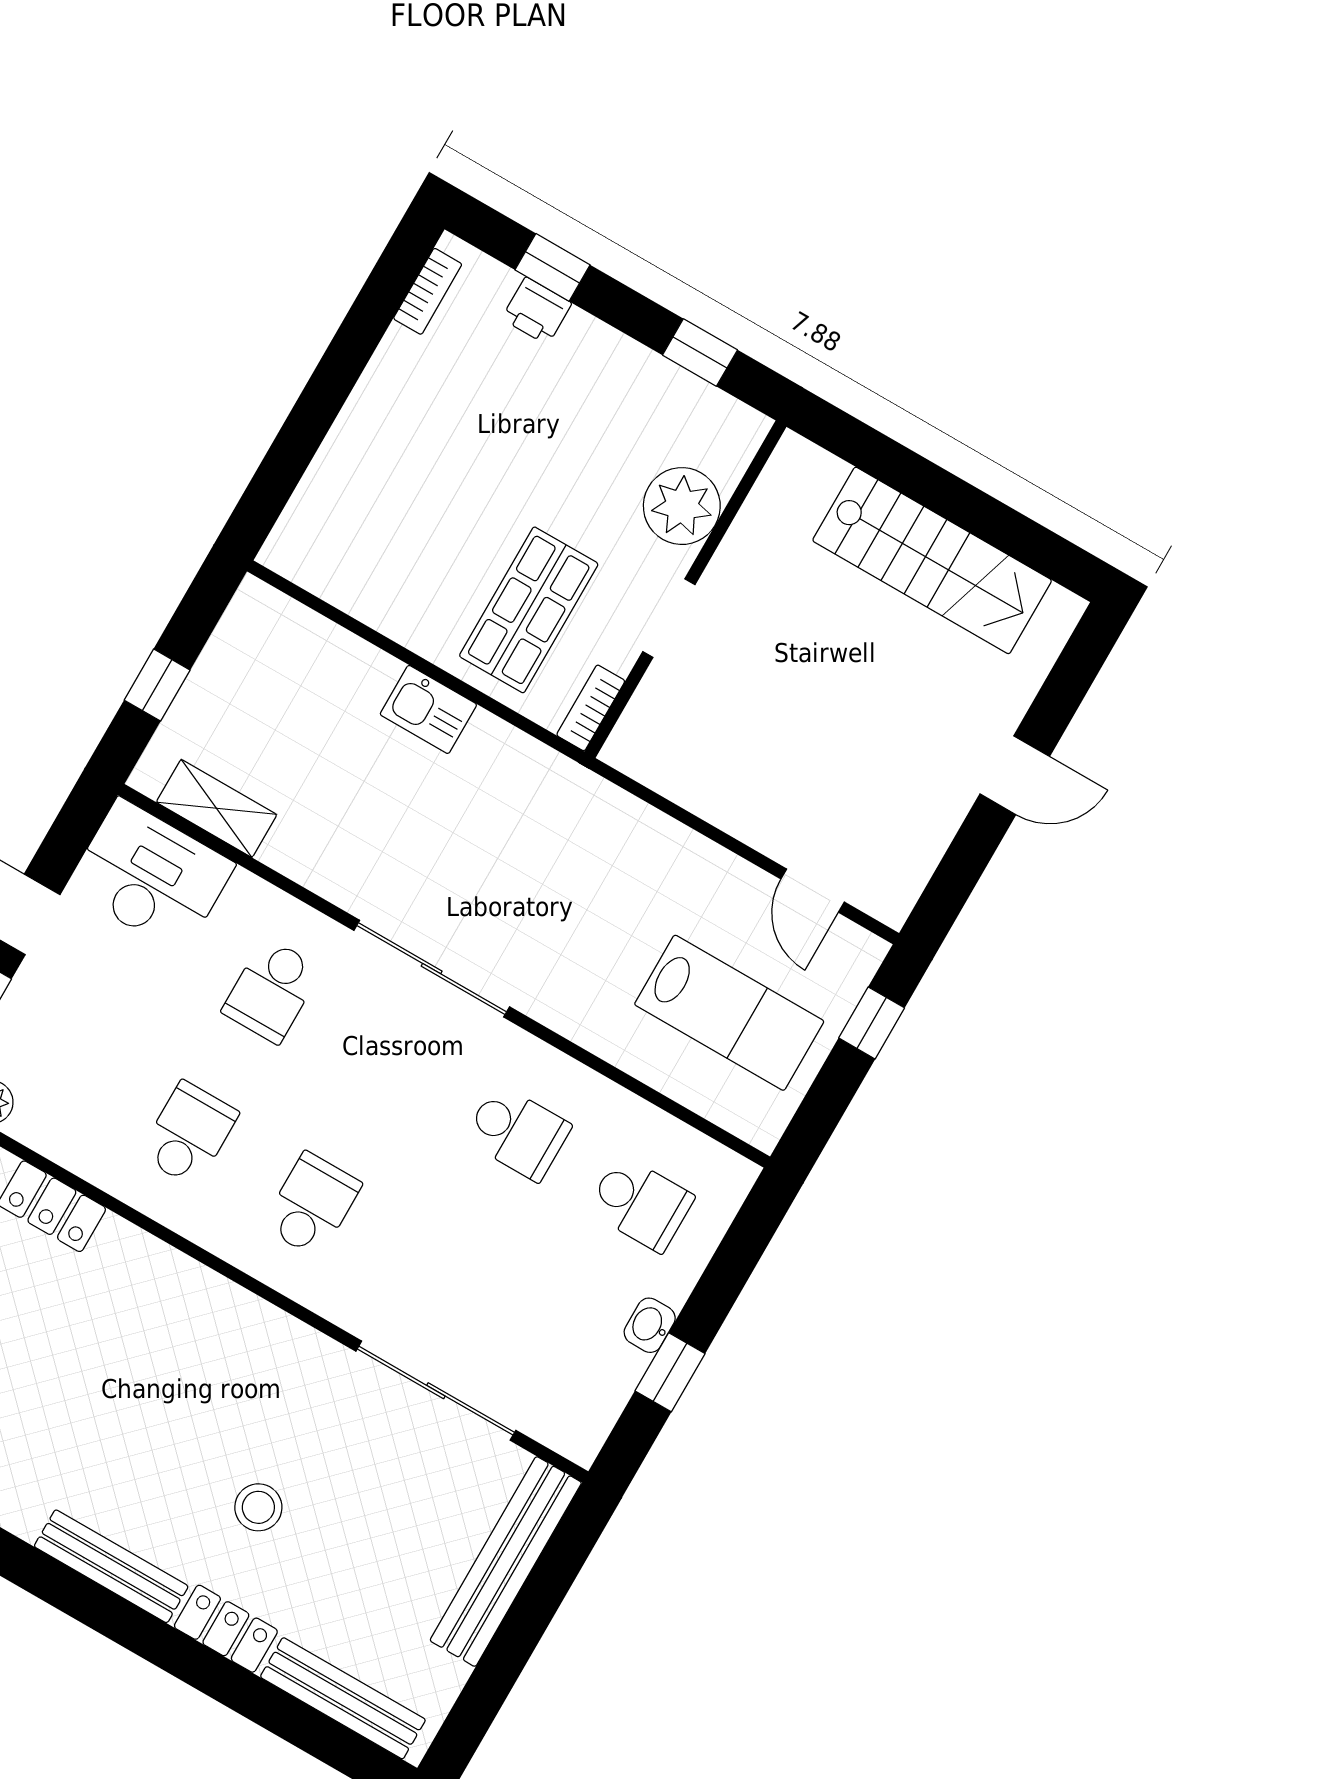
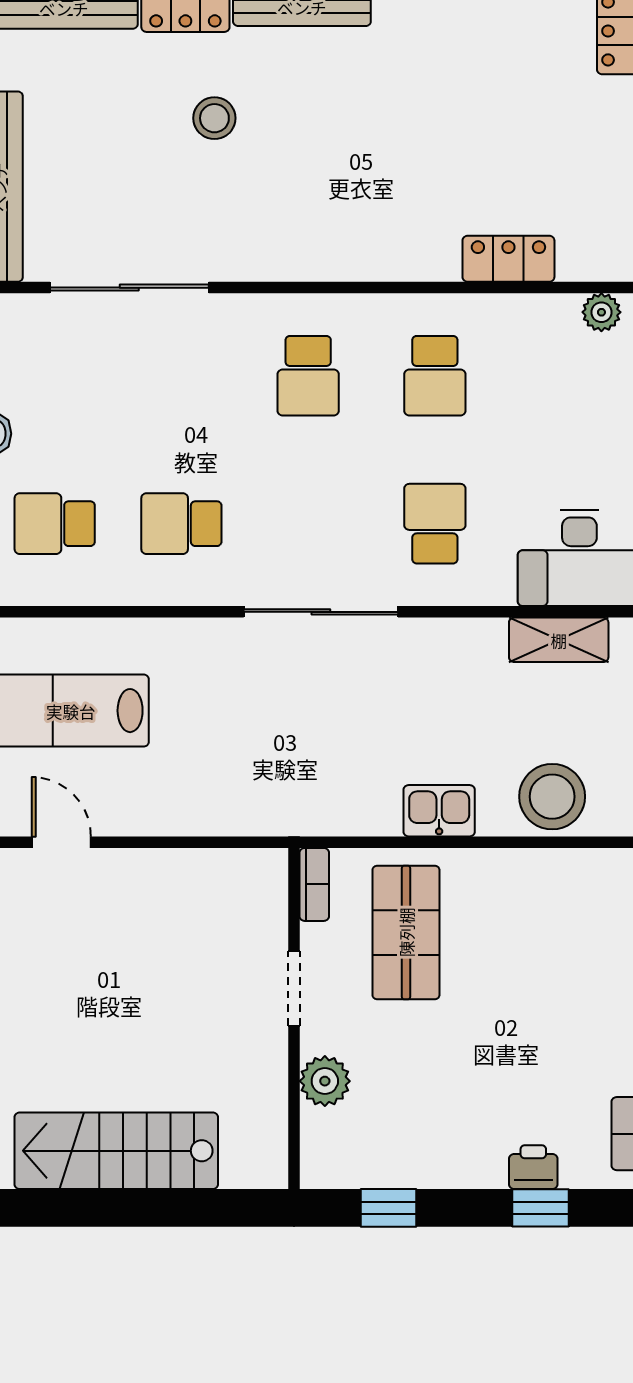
plant: (682, 506) -> (325, 1081), width x0.73, depth x0.73
stool: (311, 660) -> (552, 797), added

